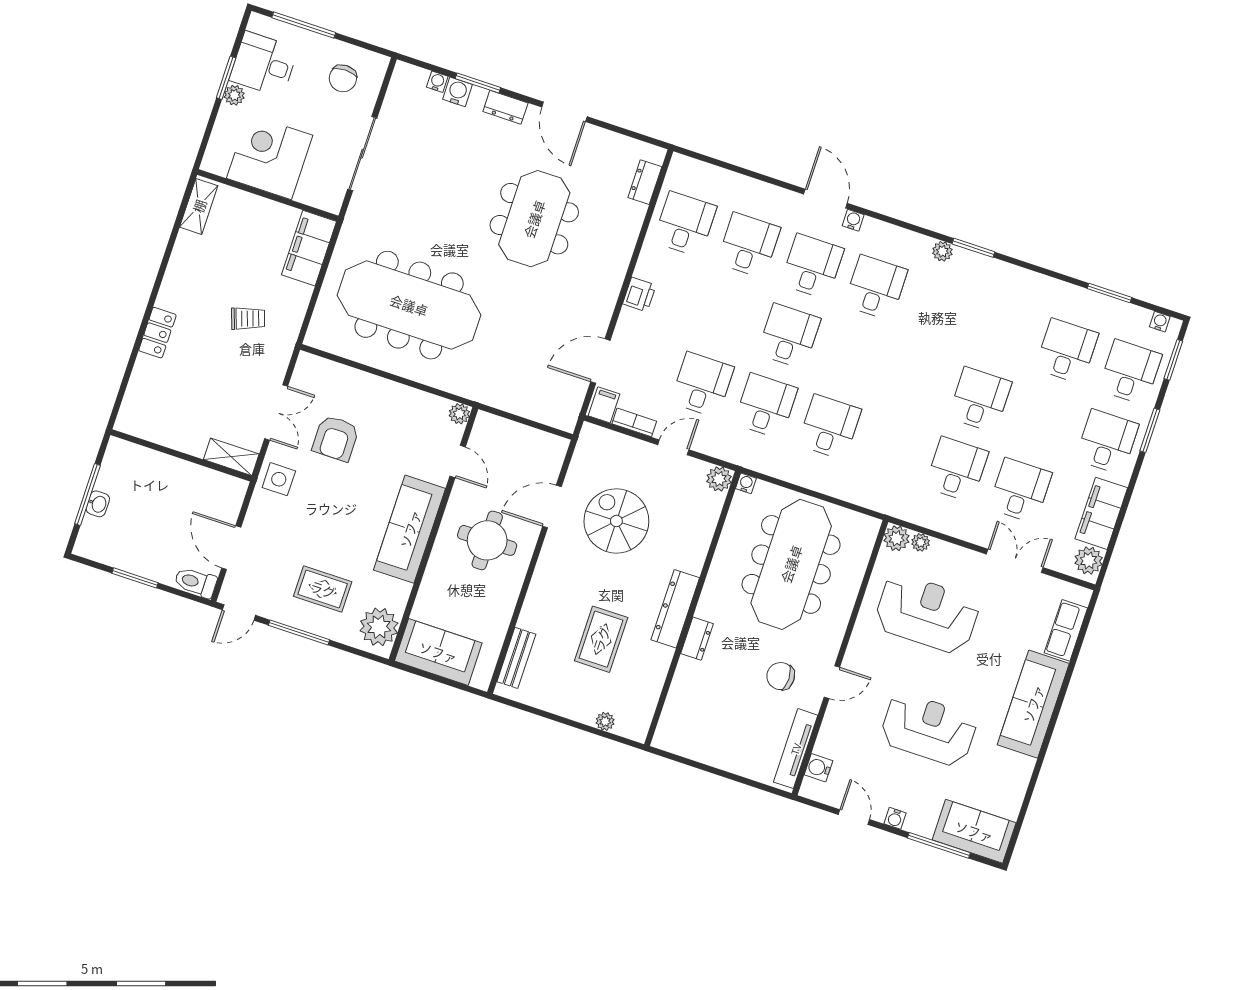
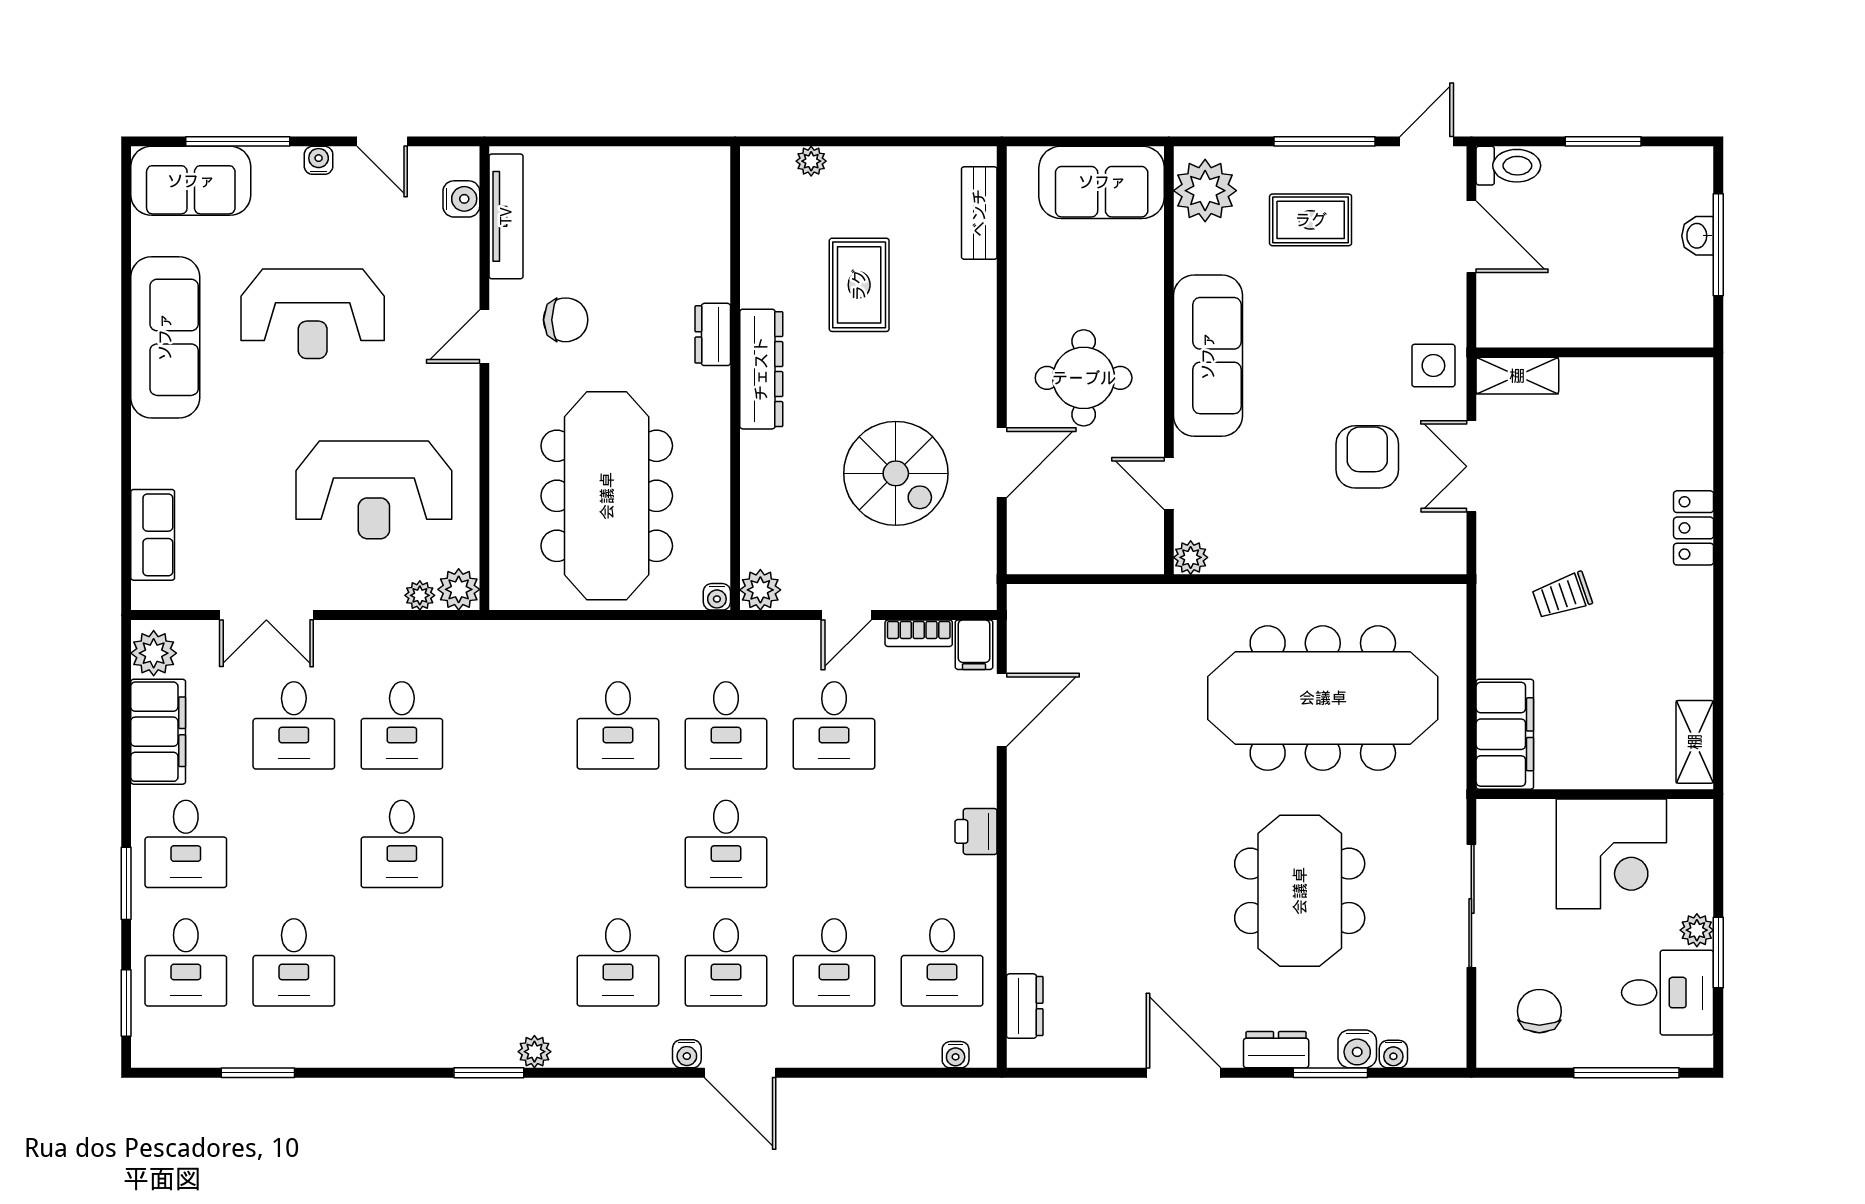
meeting table: (534, 219) -> (1300, 891), moved
water cooler: (1160, 322) -> (956, 1055), moved
sofa: (1033, 704) -> (165, 337), moved

